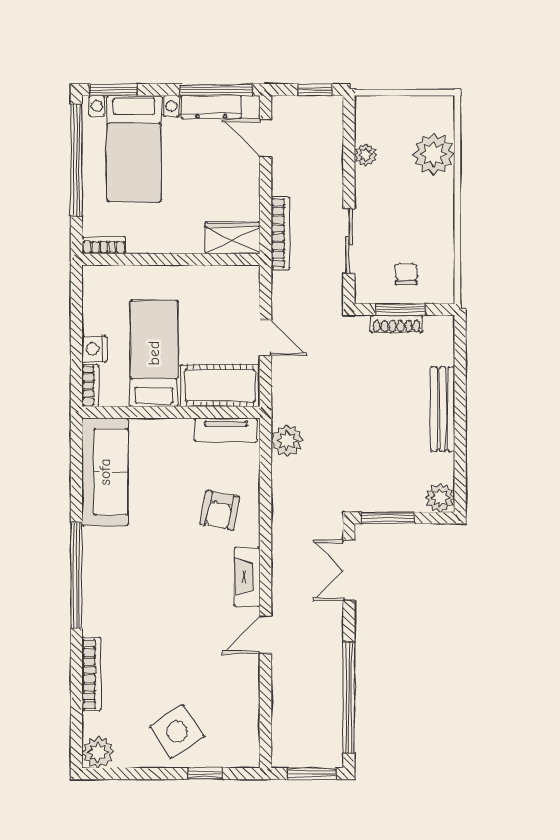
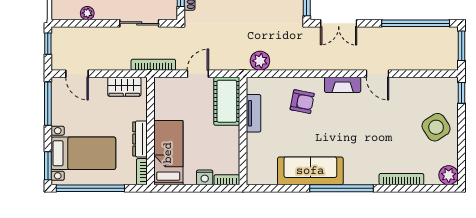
dresser: (211, 107) -> (140, 139), moved, turned 180
door: (265, 138) -> (77, 74), hinge flipped
bookcase: (280, 233) -> (153, 65), moved
wardrobe: (233, 238) -> (124, 87), moved, turned -90
bed: (154, 353) -> (168, 153), moved, turned 90
tv unit: (226, 430) -> (254, 113), moved
sofa: (105, 472) -> (310, 171), moved
window: (205, 774) -> (462, 93), moved

